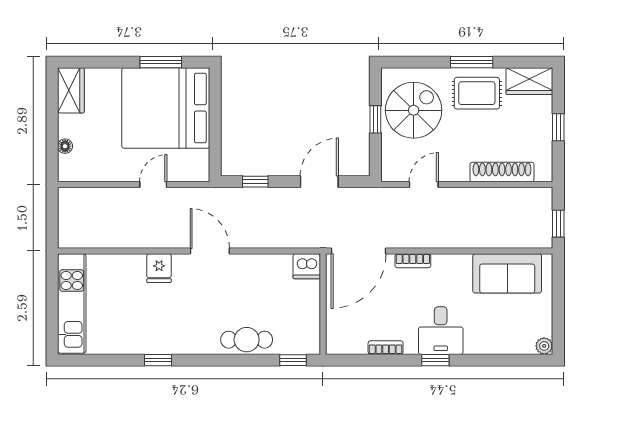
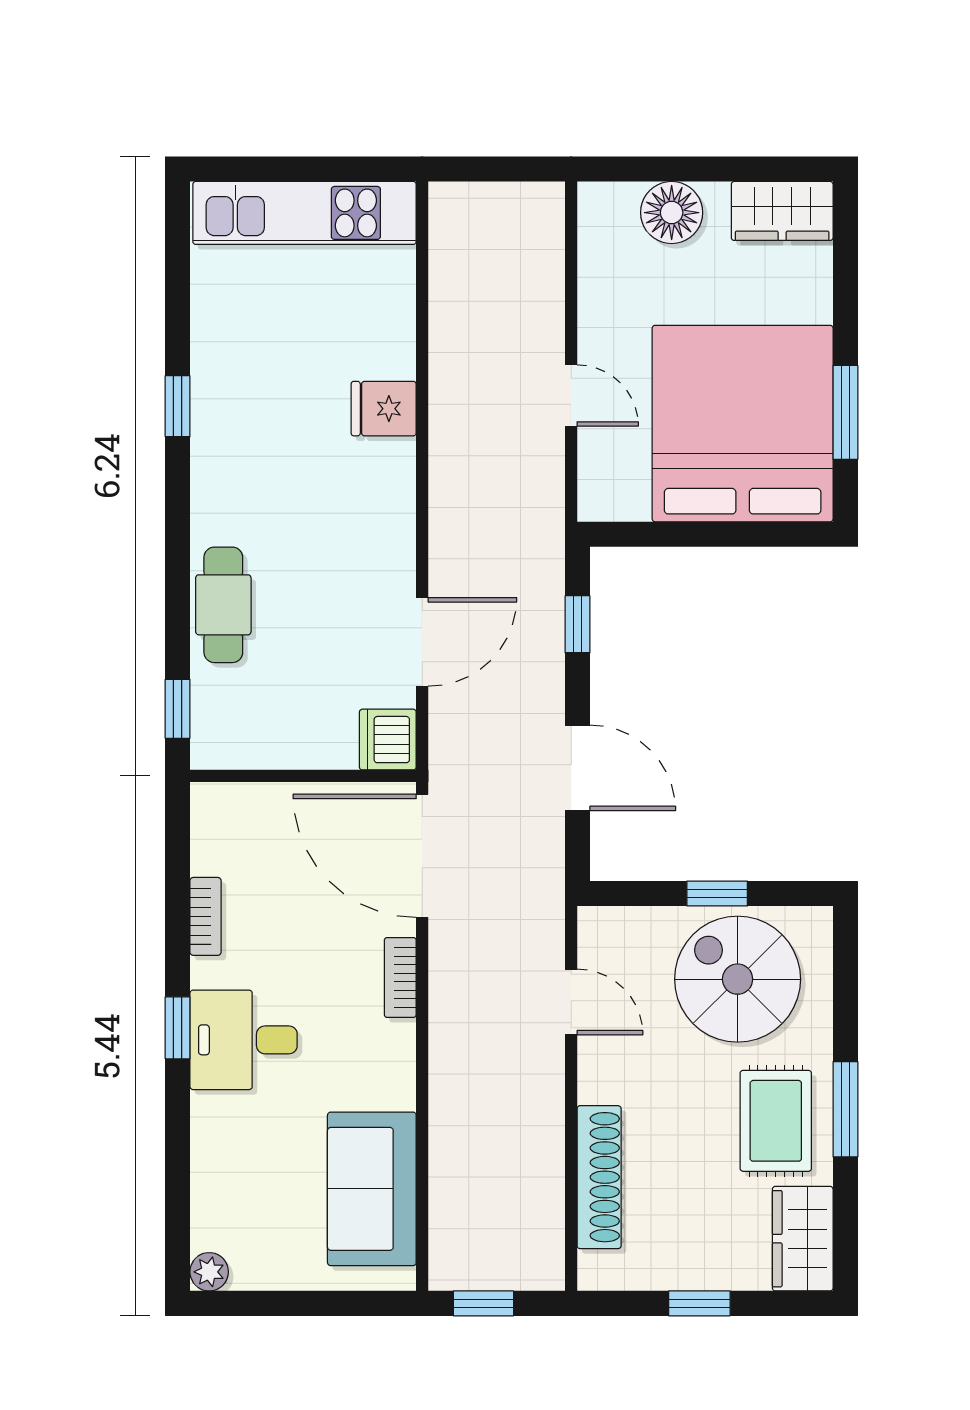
spiral stairs: (414, 110) -> (738, 979), turned 180
floor lamp: (65, 146) -> (672, 213), width x1.89, depth x1.89
door: (210, 251) -> (422, 642), moved

